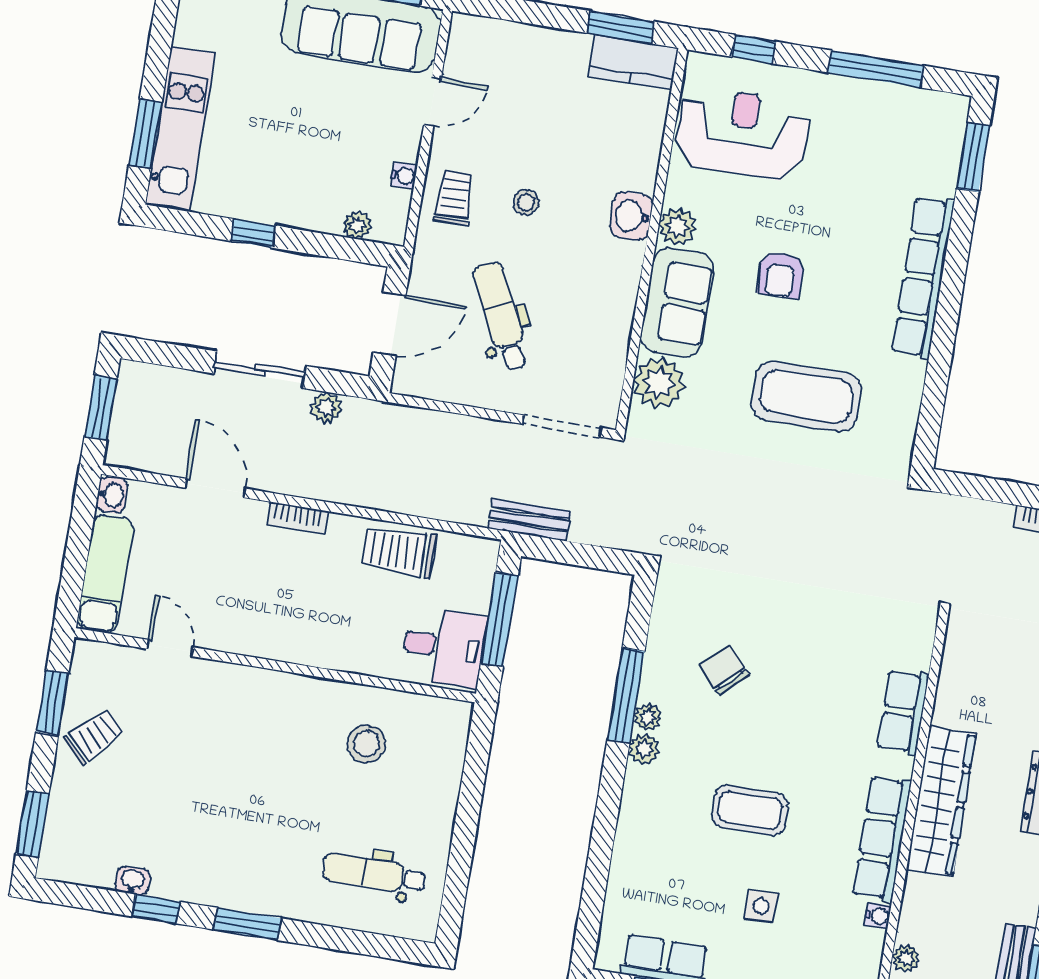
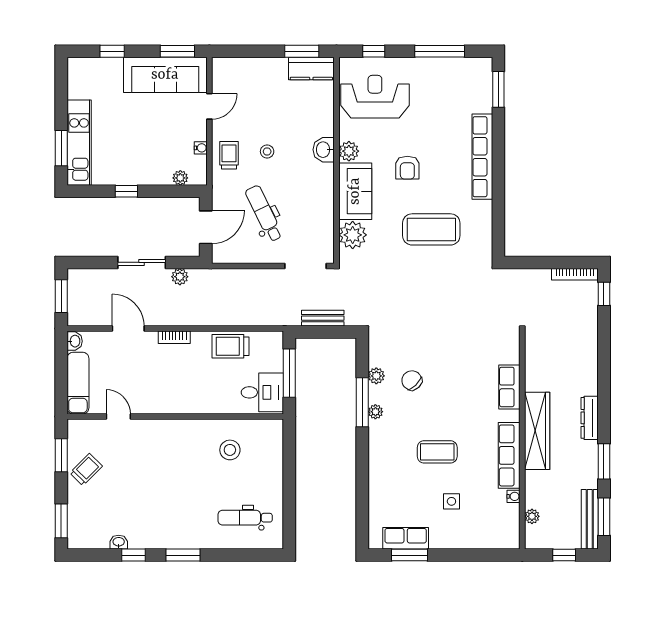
bench: (529, 520) -> (323, 318), moved
plant: (644, 749) -> (376, 376), moved

